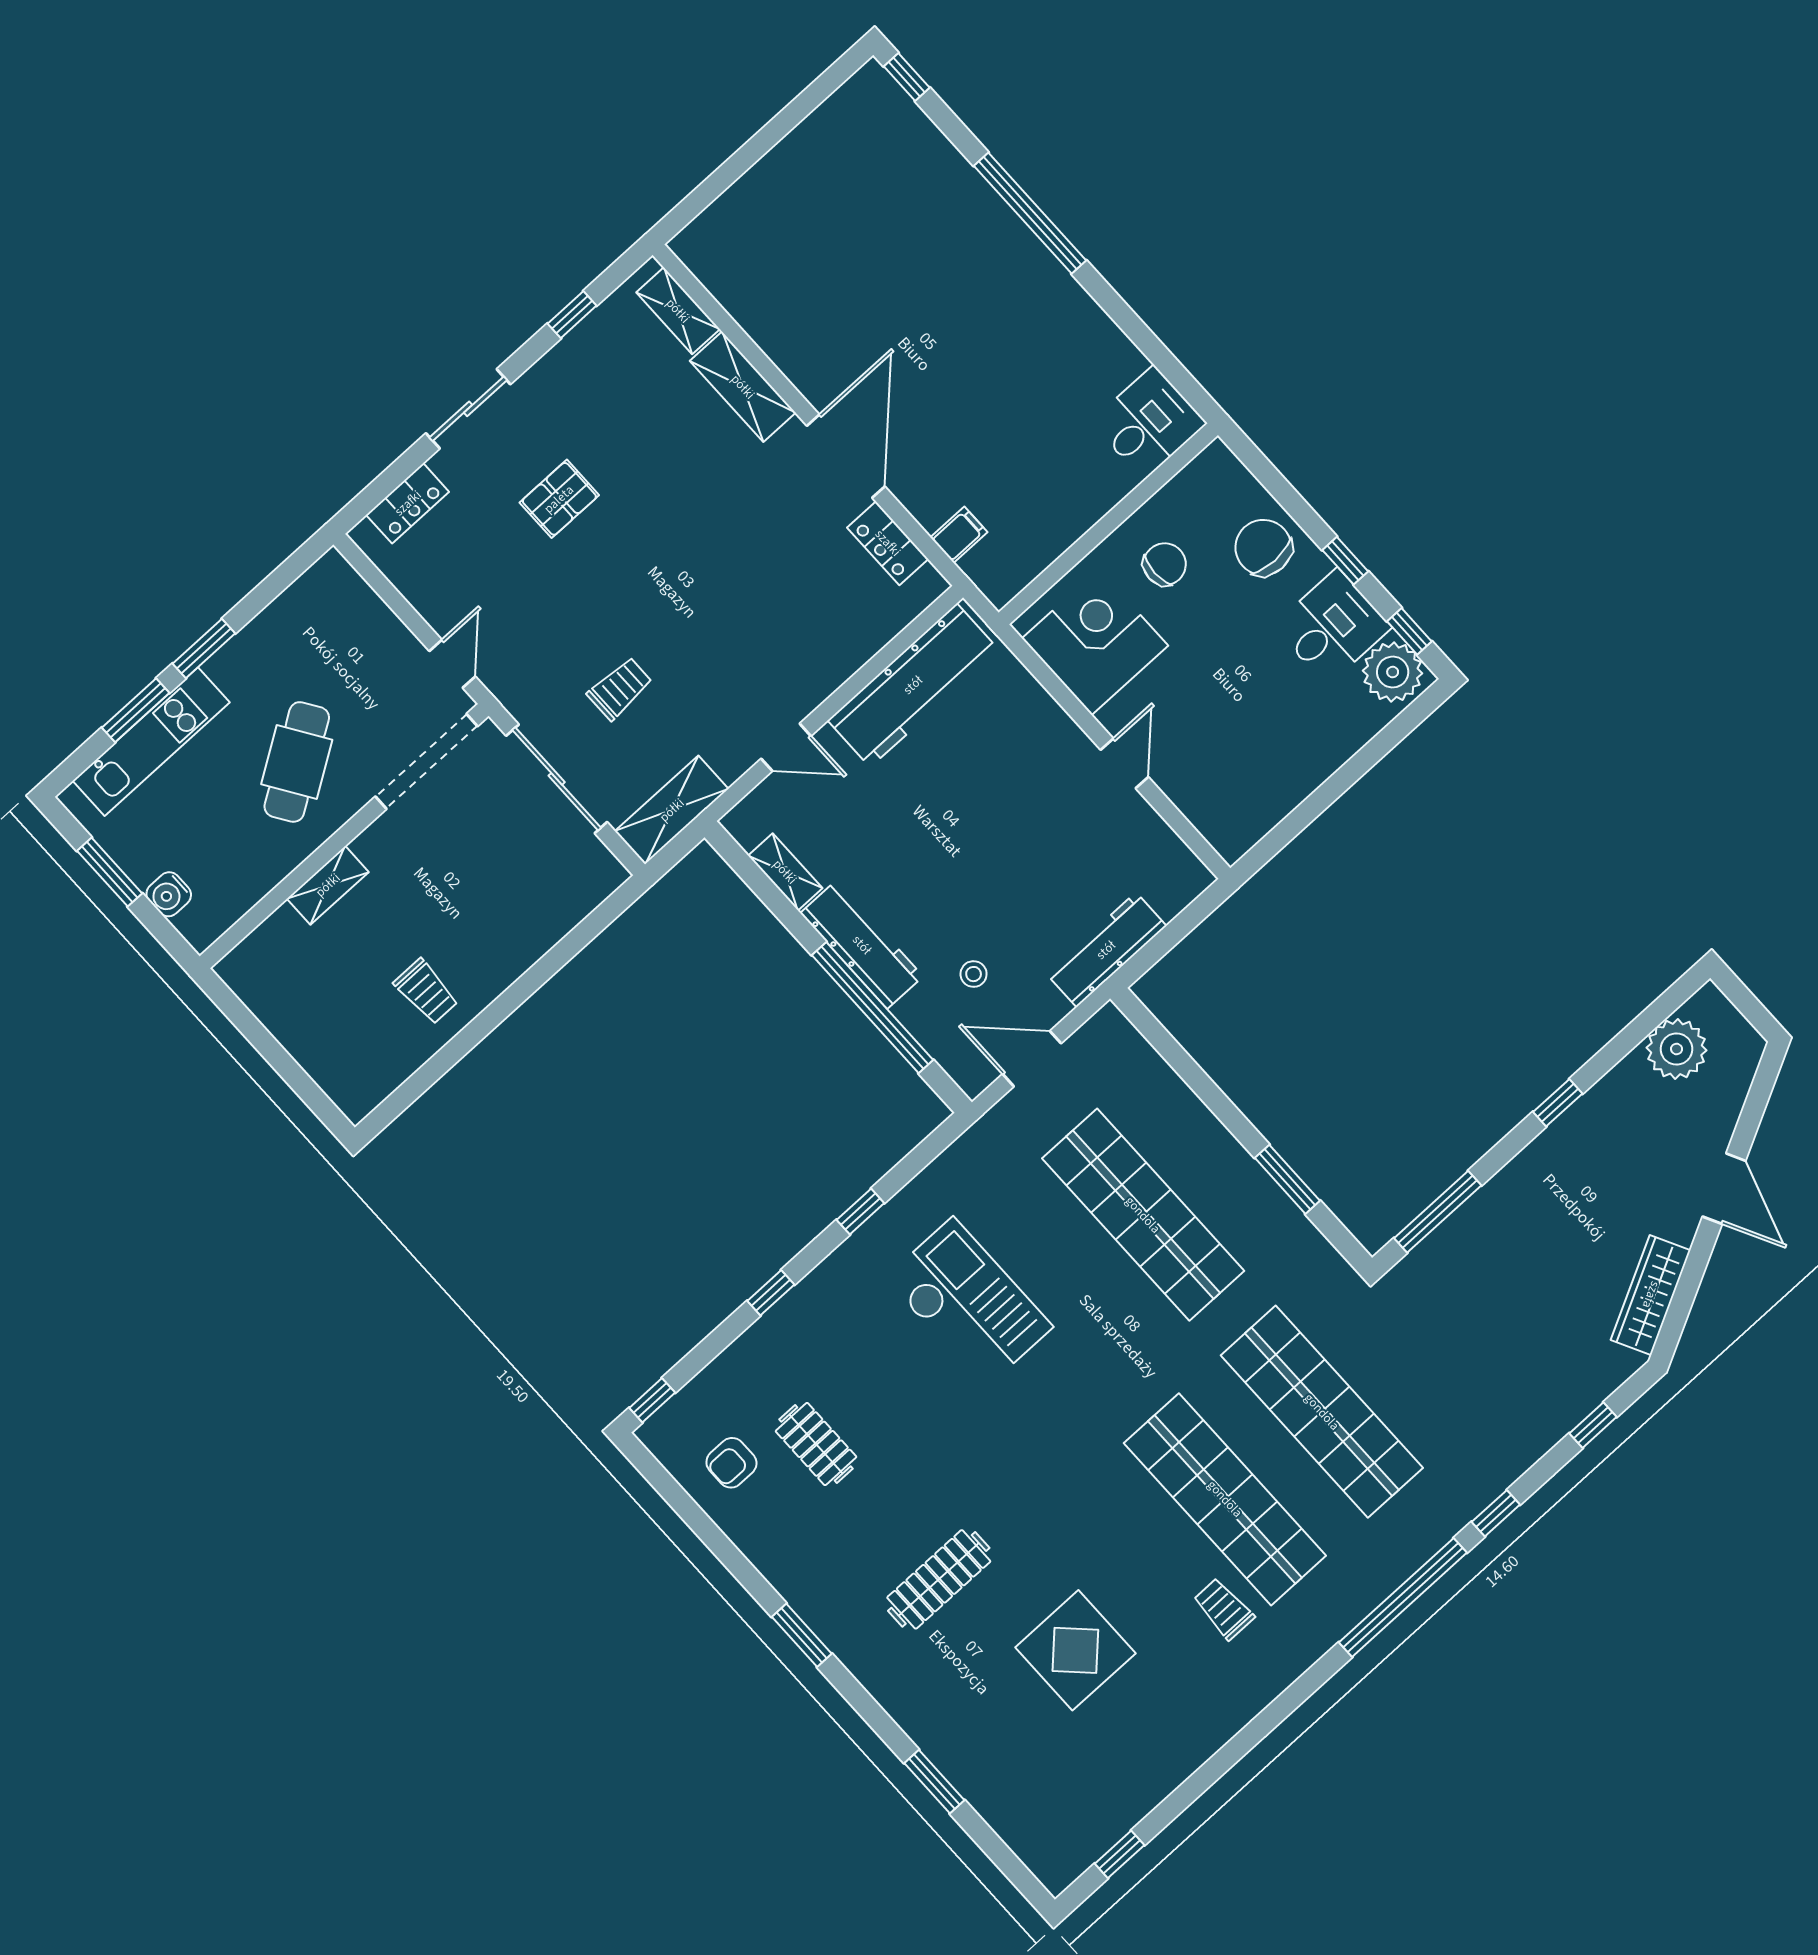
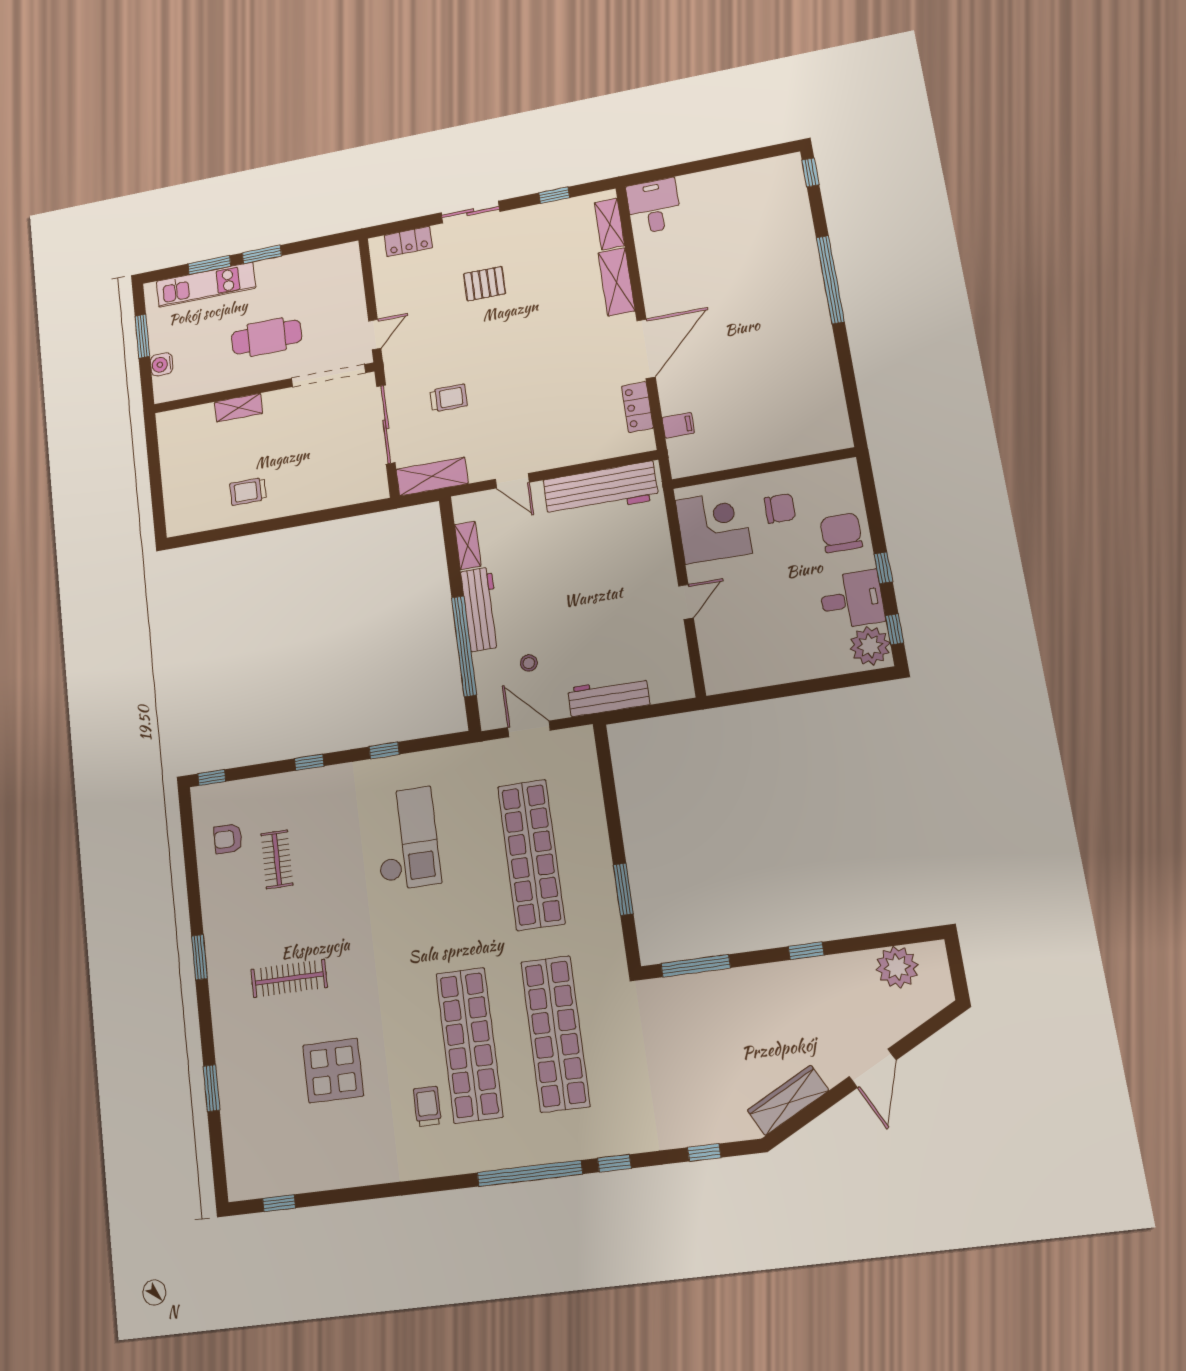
desk: (1149, 423) -> (654, 206), moved, turned -90
cafe table: (297, 762) -> (267, 337), turned 33
trolley: (426, 992) -> (248, 491), turned 90

